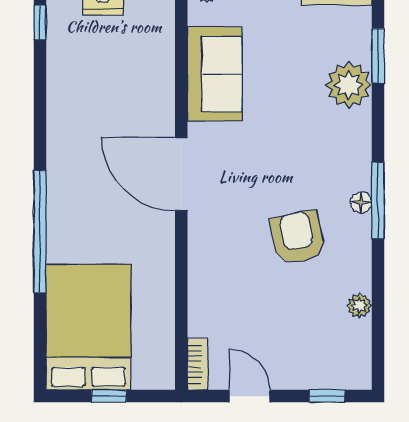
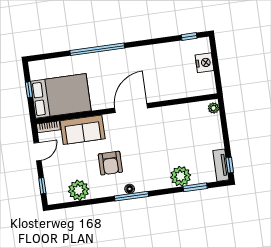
sofa: (215, 74) -> (83, 130), moved
armchair: (298, 237) -> (110, 163), turned 102
plant: (359, 306) -> (79, 190), width x1.87, depth x1.87
bed: (88, 327) -> (61, 96), moved

